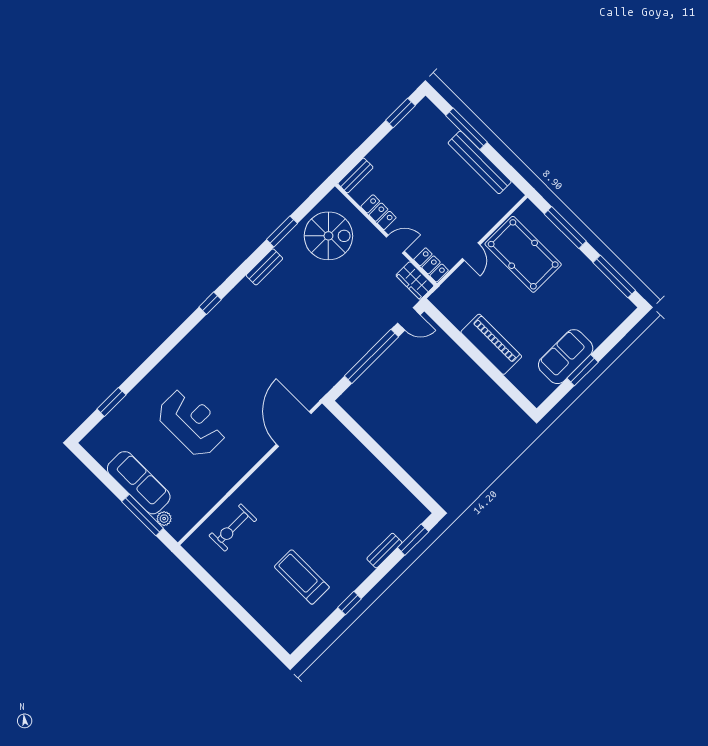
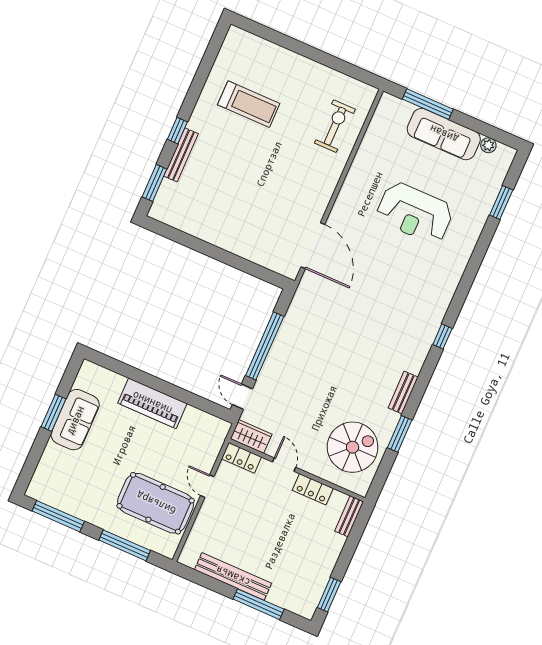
spiral stairs: (328, 236) -> (353, 447), turned 180
door: (395, 244) -> (284, 465), swing flipped
door: (409, 319) -> (242, 397), hinge flipped
plant: (164, 519) -> (488, 145), moved
bench: (384, 551) -> (181, 155), width x1.36
window: (350, 603) -> (177, 131), moved

